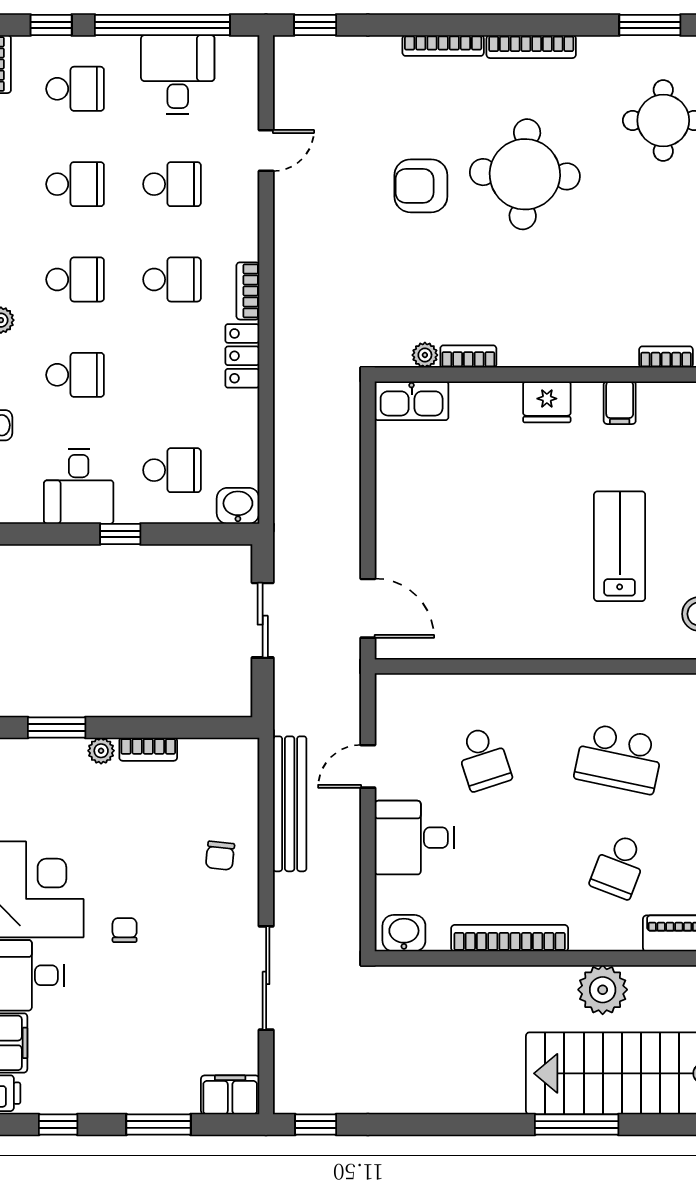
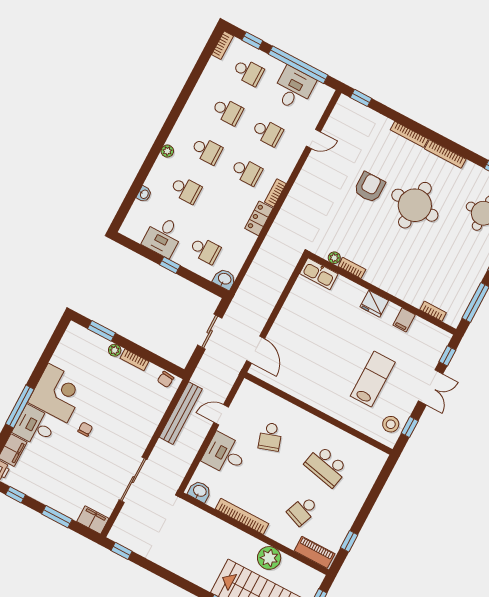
armchair: (421, 186) -> (369, 187), turned 90
chair: (220, 856) -> (166, 379), moved

